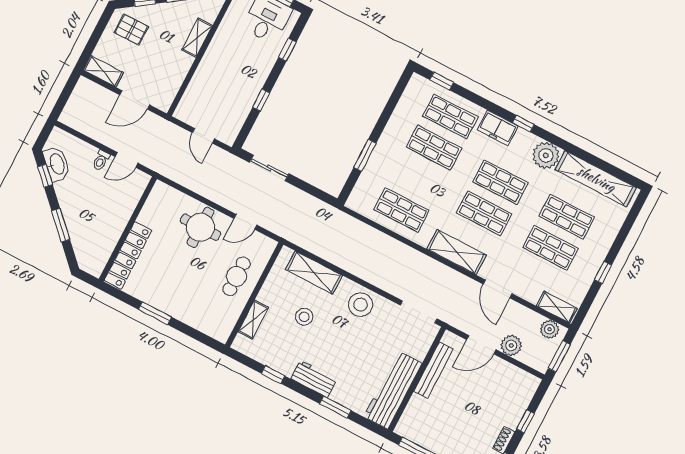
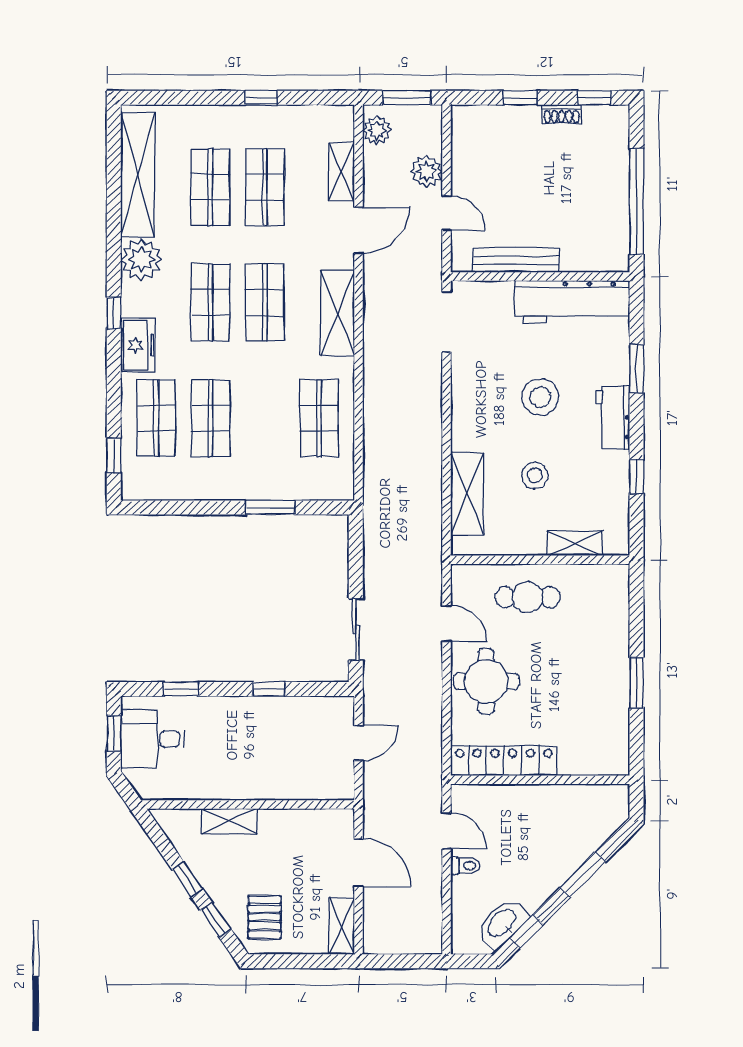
locker: (128, 255) -> (504, 761), moved
stool: (361, 305) -> (540, 397), moved
shelving: (557, 307) -> (342, 171), moved
door: (481, 345) -> (447, 213), width x0.73

